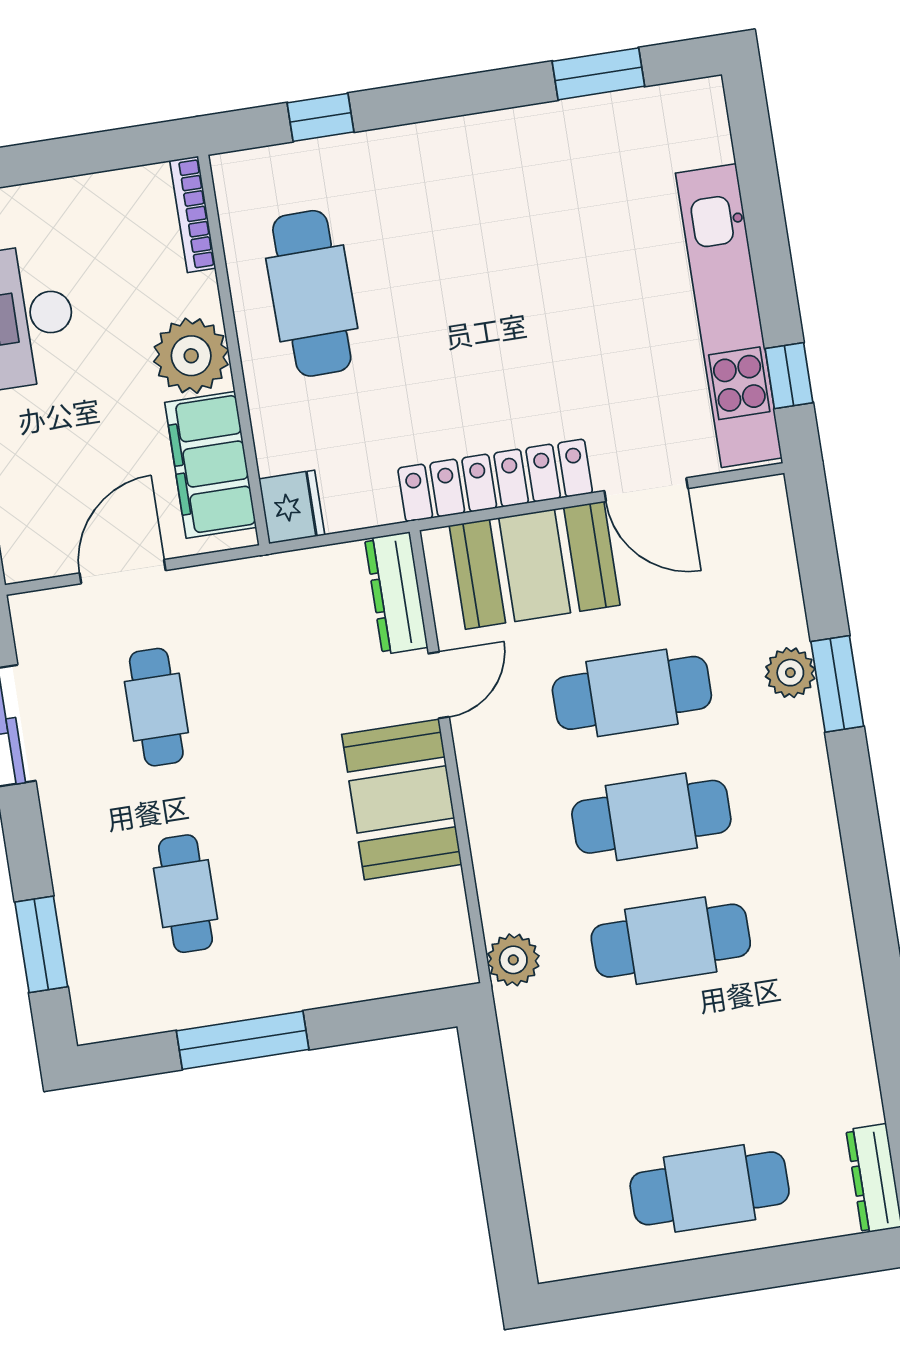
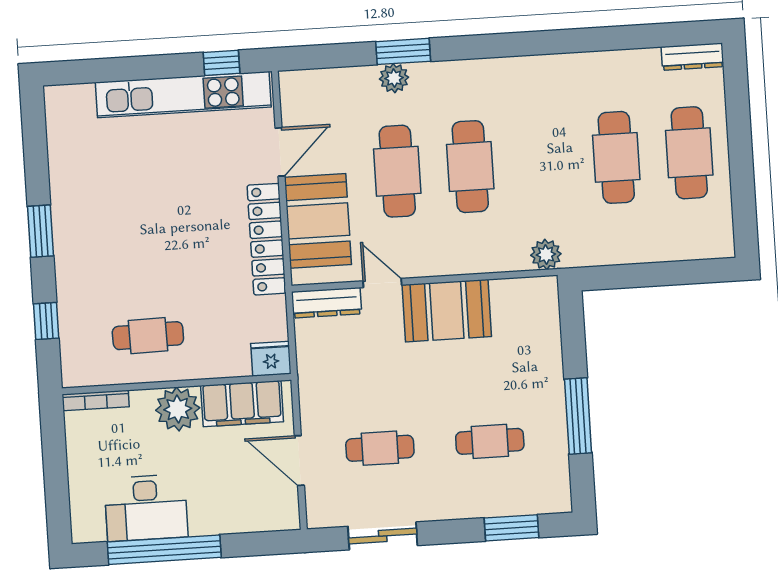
window: (598, 74) -> (40, 231), moved
cafe table: (312, 293) -> (148, 336), width x0.73, depth x0.74
cafe table: (671, 941) -> (616, 157), moved

